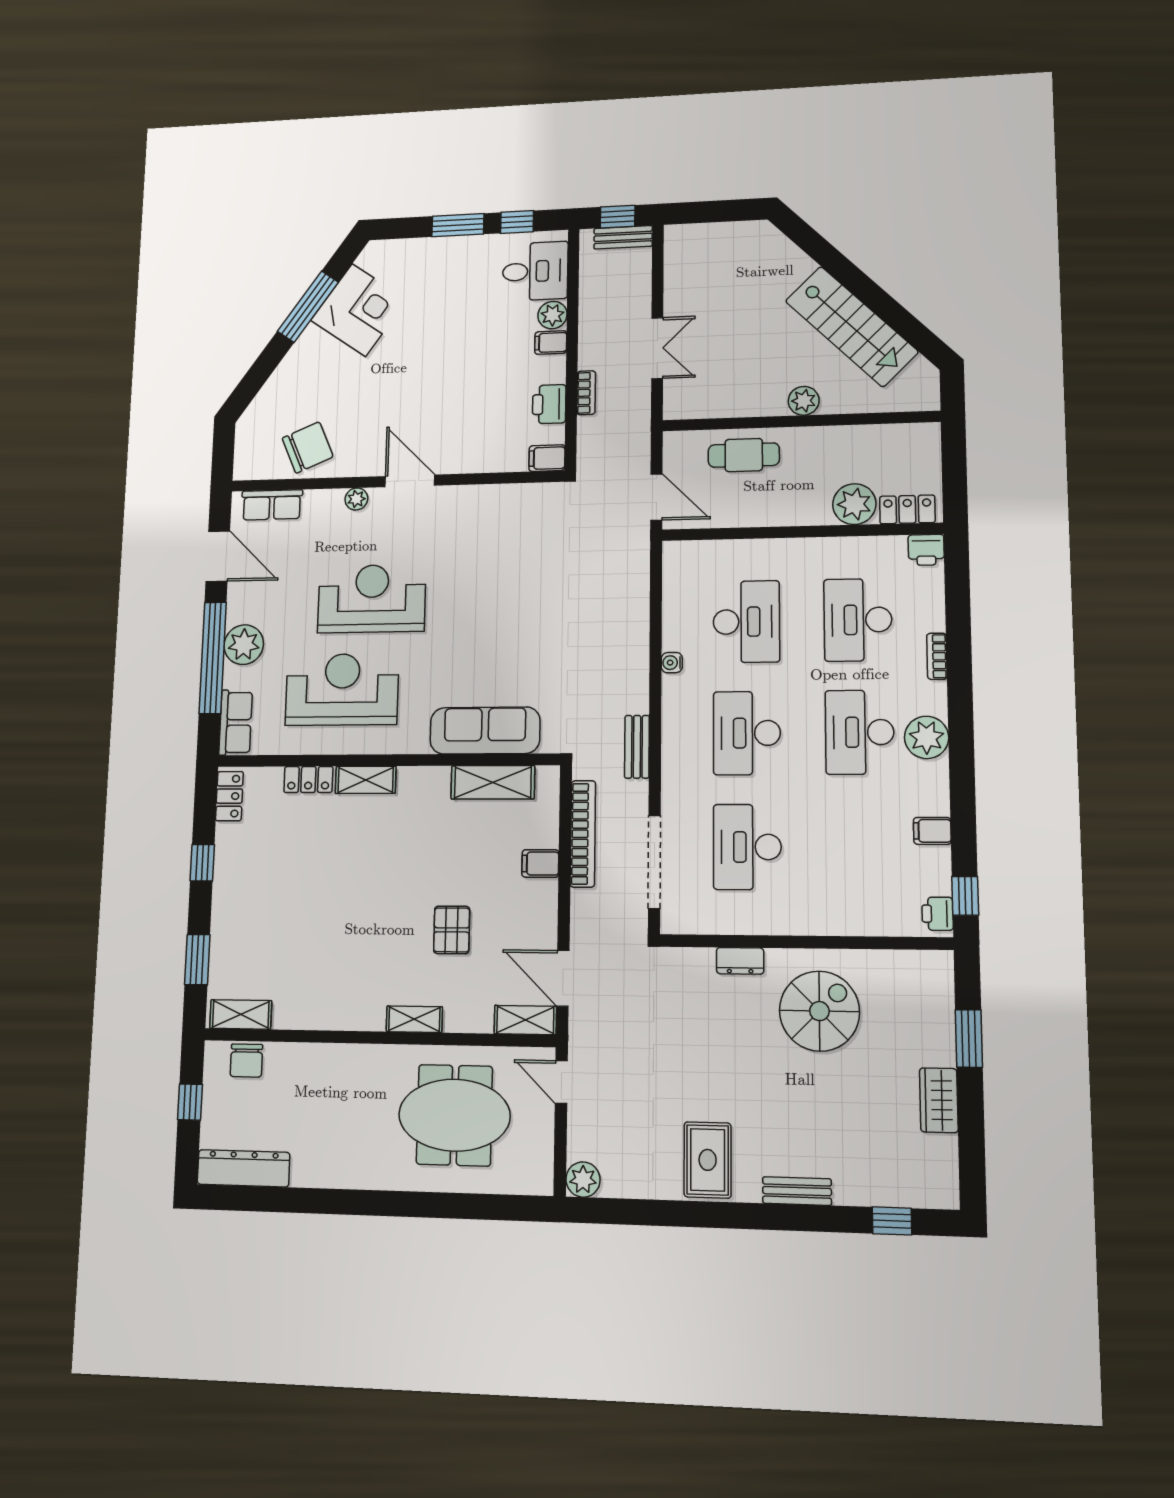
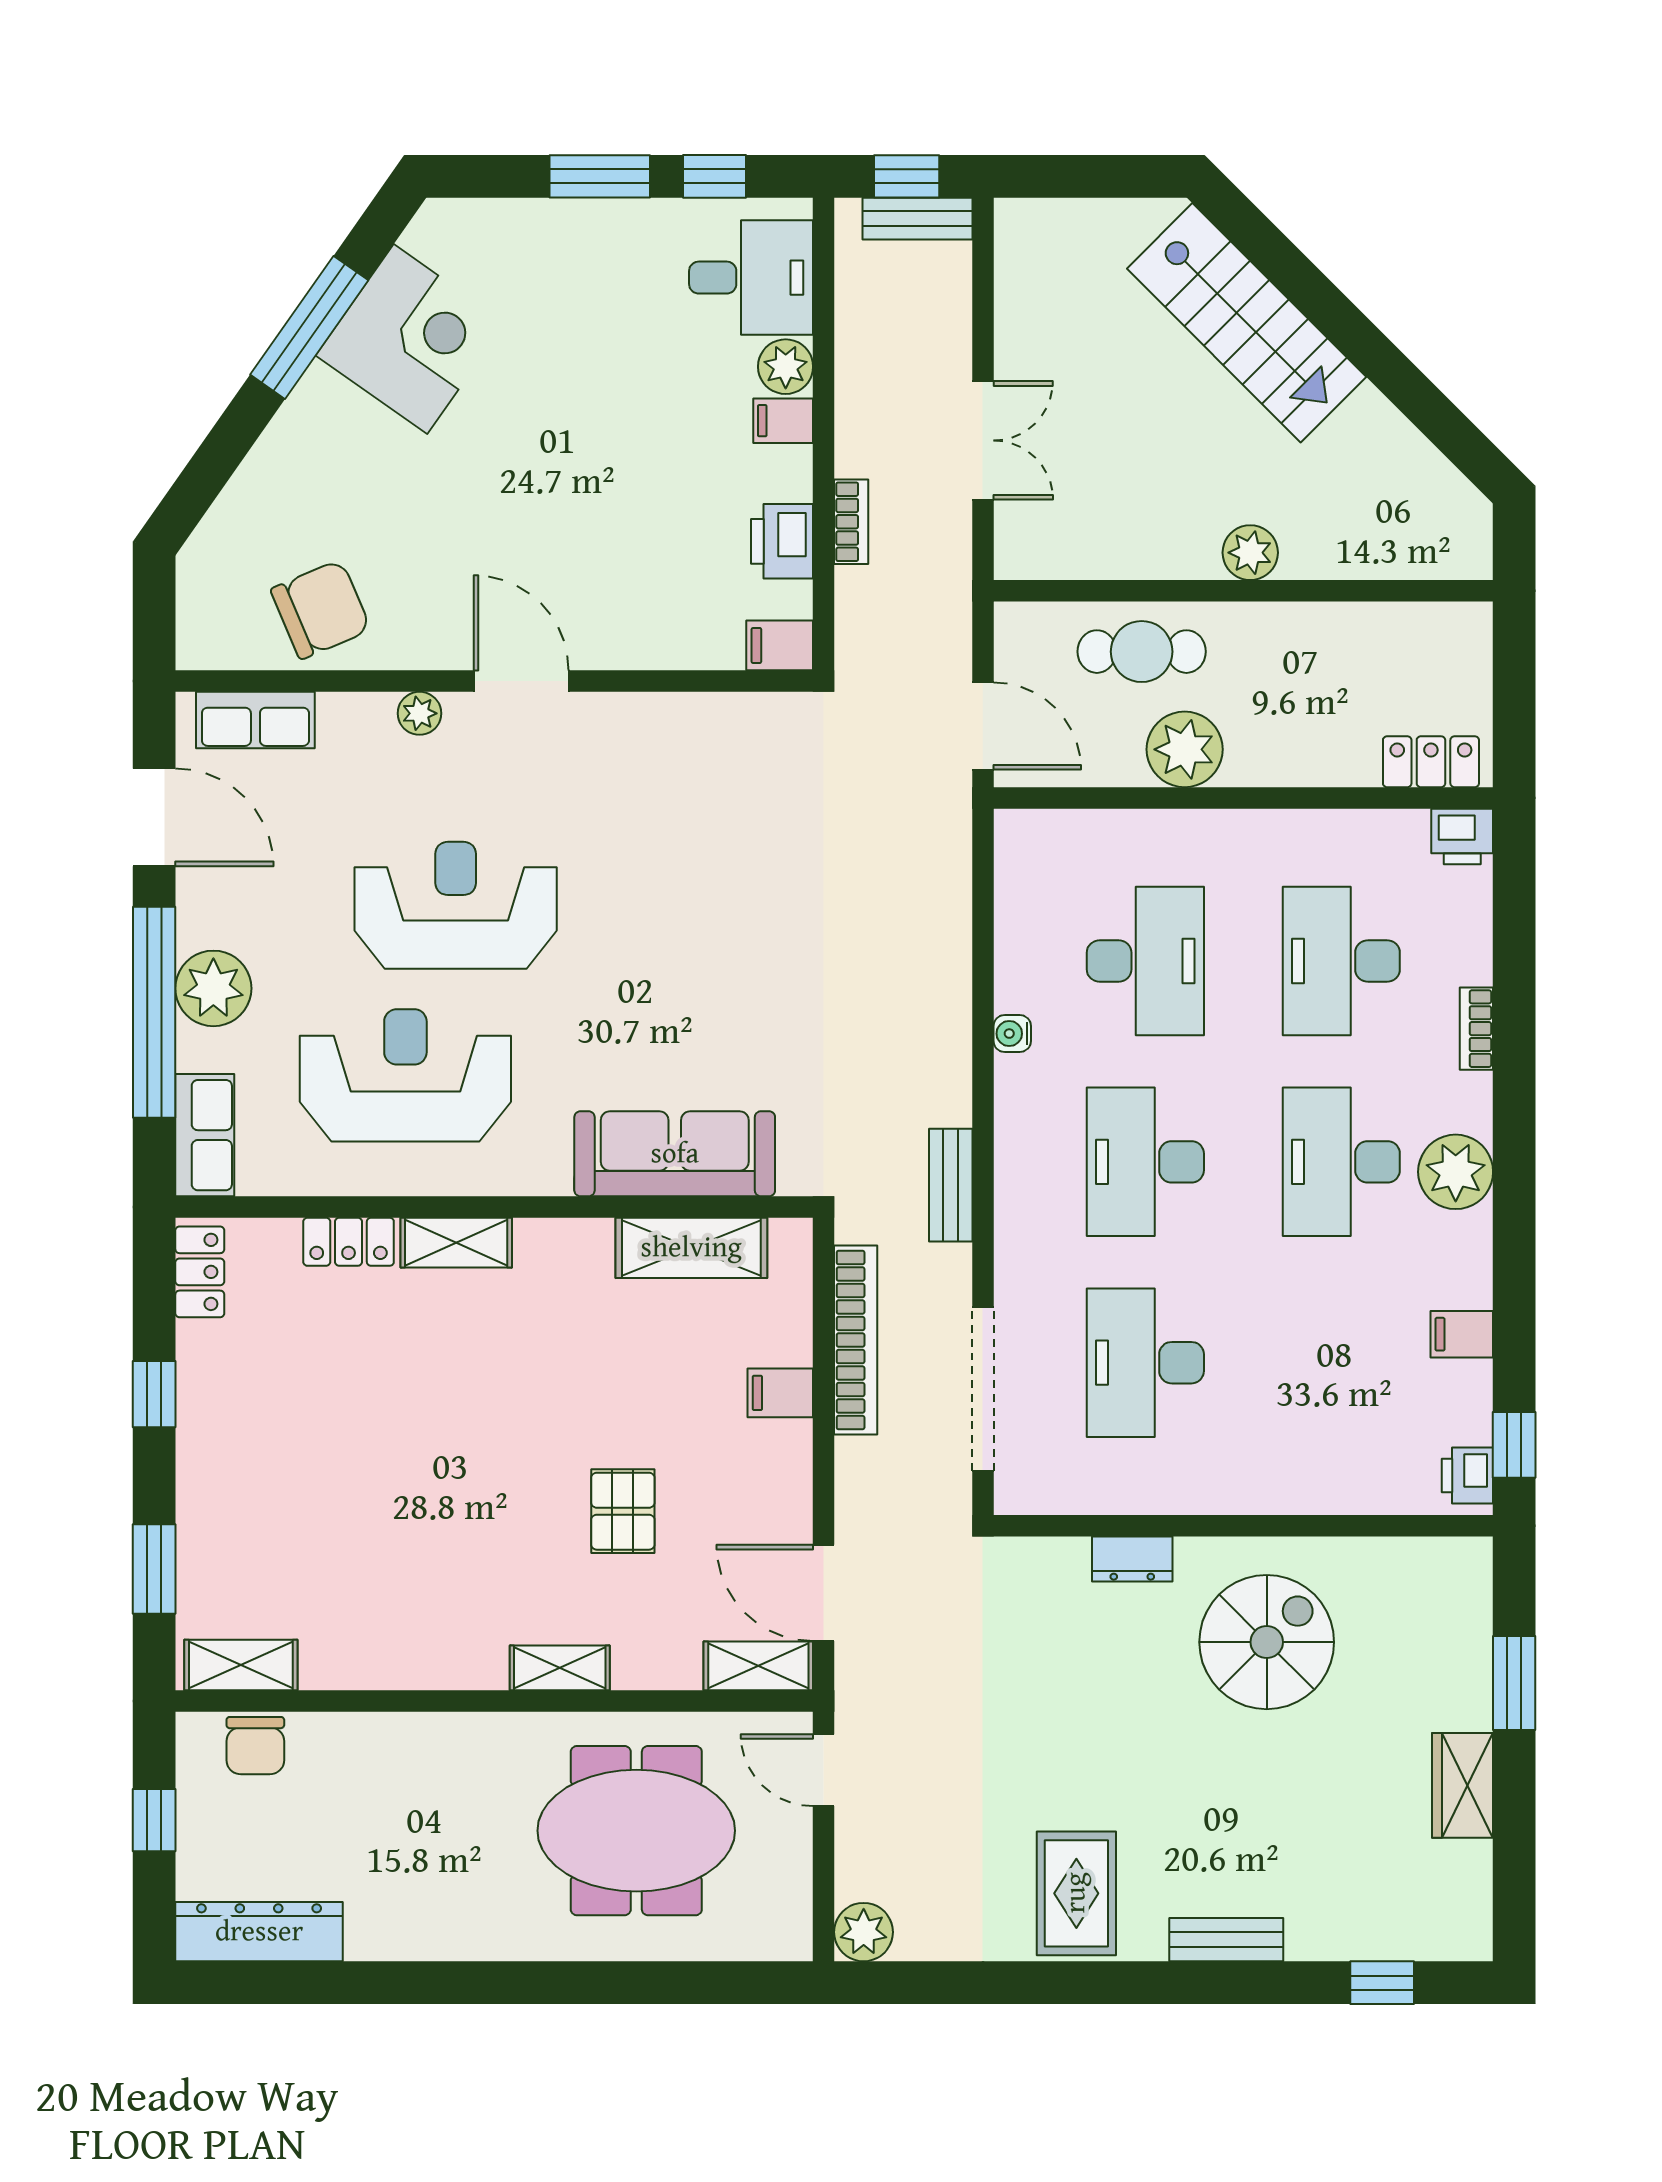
stairs: (851, 326) -> (1247, 323), moved
plant: (854, 504) -> (1185, 749), moved

